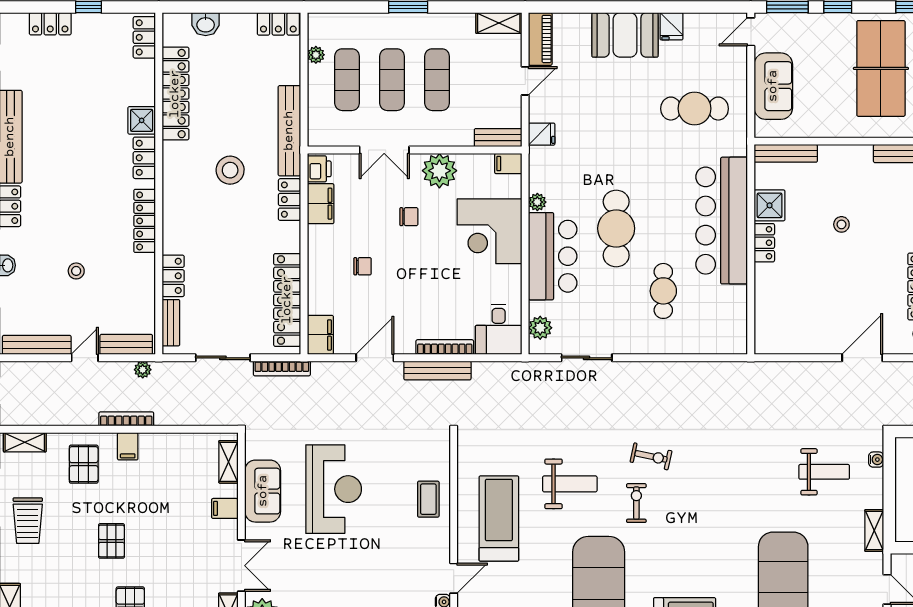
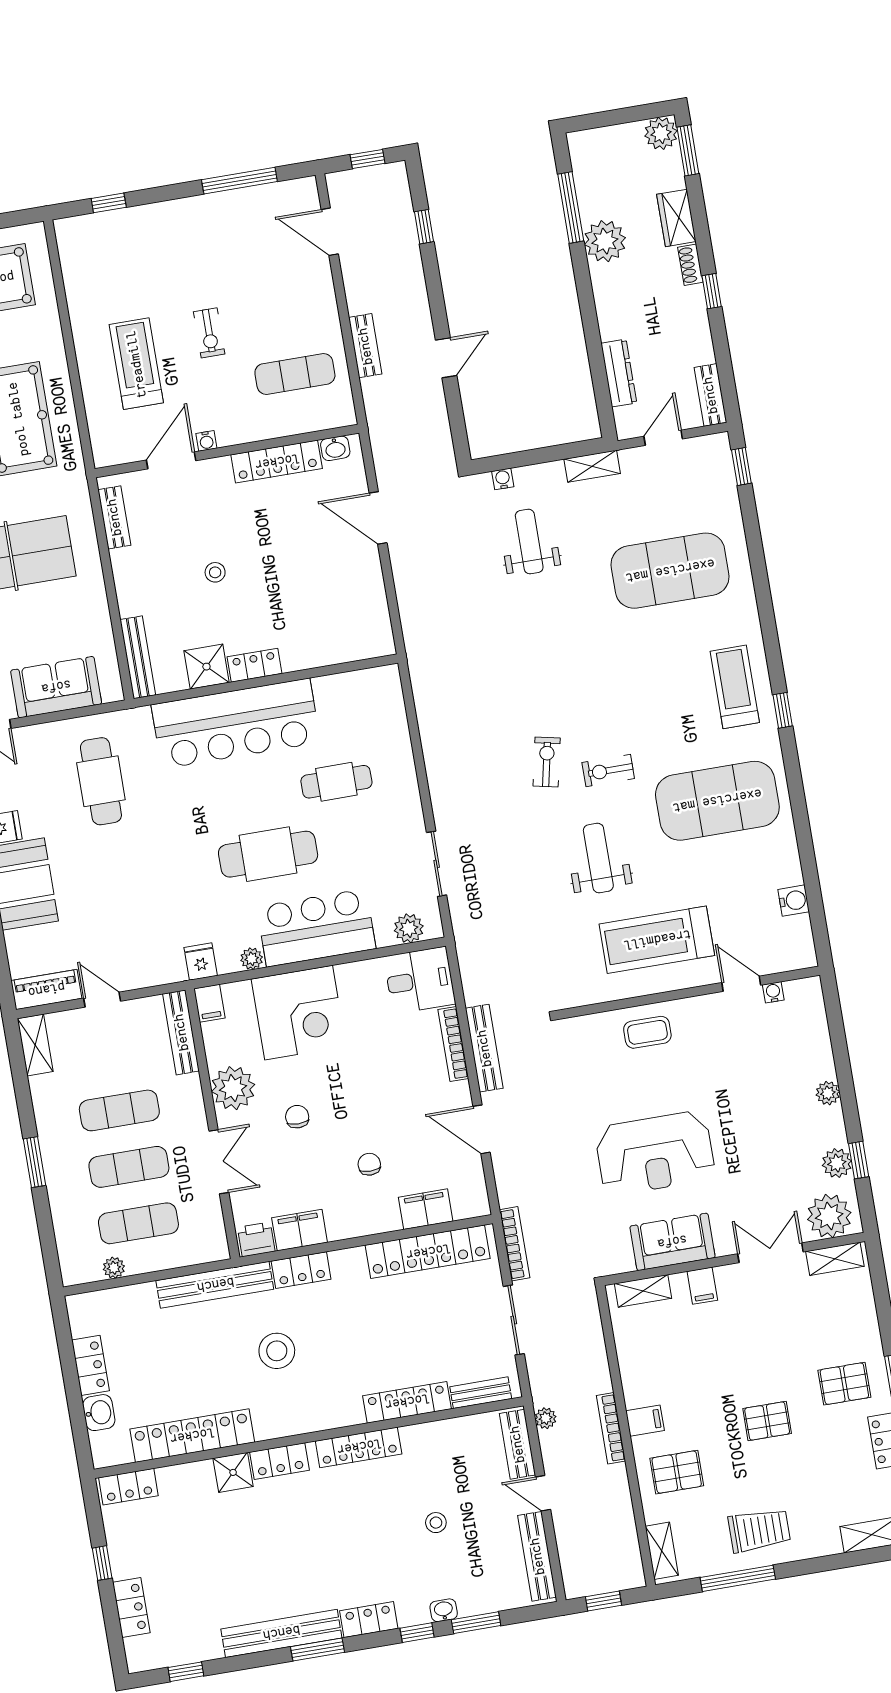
locker: (278, 24) -> (90, 1365), moved
fridge: (542, 134) -> (201, 962), moved
bench: (498, 138) -> (181, 1032), width x1.36
locker: (173, 276) -> (407, 1402), width x1.53
filing cabinet: (320, 335) -> (426, 1209), moved
reception desk: (334, 489) -> (655, 1153), turned 180

